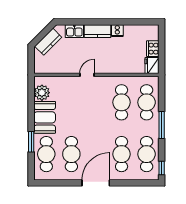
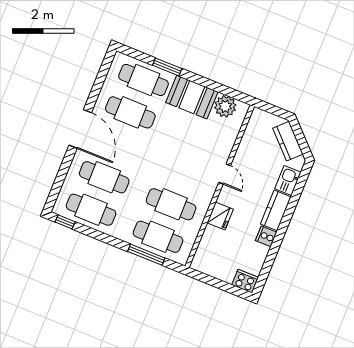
cooker: (153, 49) -> (245, 281), moved
fridge: (152, 66) -> (220, 216), moved, turned 90
window: (162, 125) -> (146, 255), moved

